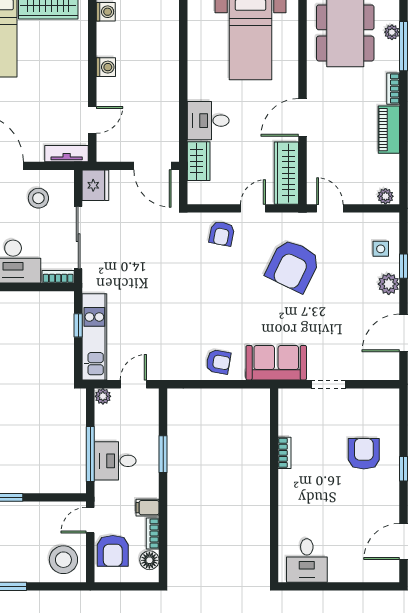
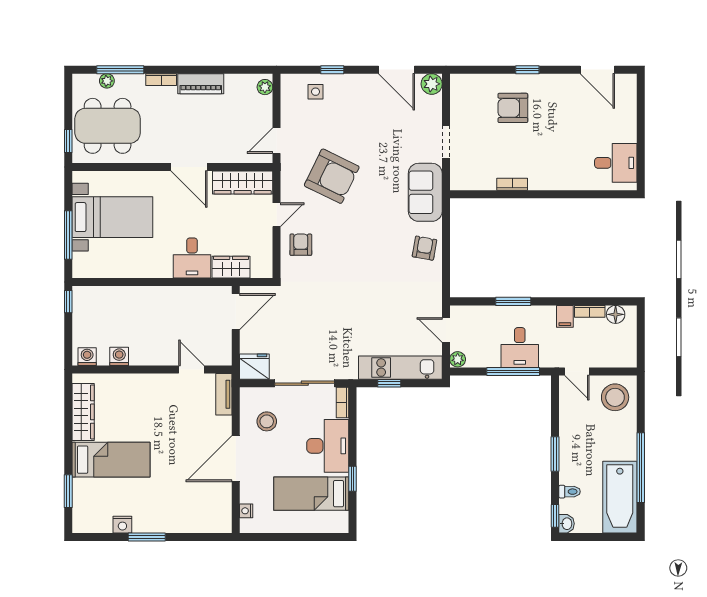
washing machine: (106, 67) -> (119, 356), moved
door: (253, 208) -> (277, 215), swing flipped
armchair: (222, 234) -> (301, 245), turned -101
plant: (389, 284) -> (432, 84), moved
armchair: (113, 551) -> (607, 350), removed

